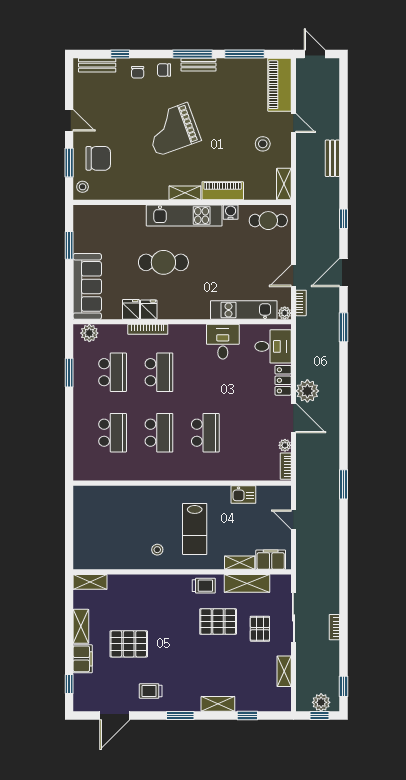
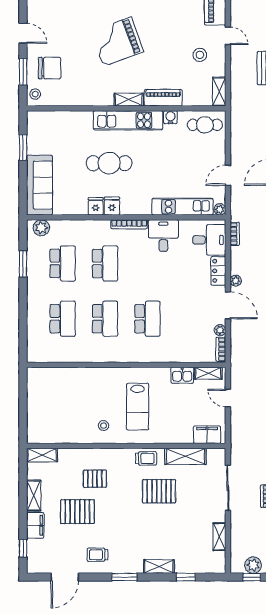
bookcase: (301, 303) -> (235, 234), moved
fridge: (131, 309) -> (112, 206), moved
bookcase: (148, 329) -> (129, 224), moved
plant: (307, 391) -> (236, 281), width x0.53, depth x0.53
shelving: (240, 563) -> (208, 373), moved
pallet: (260, 629) -> (95, 479), moved, turned 90

